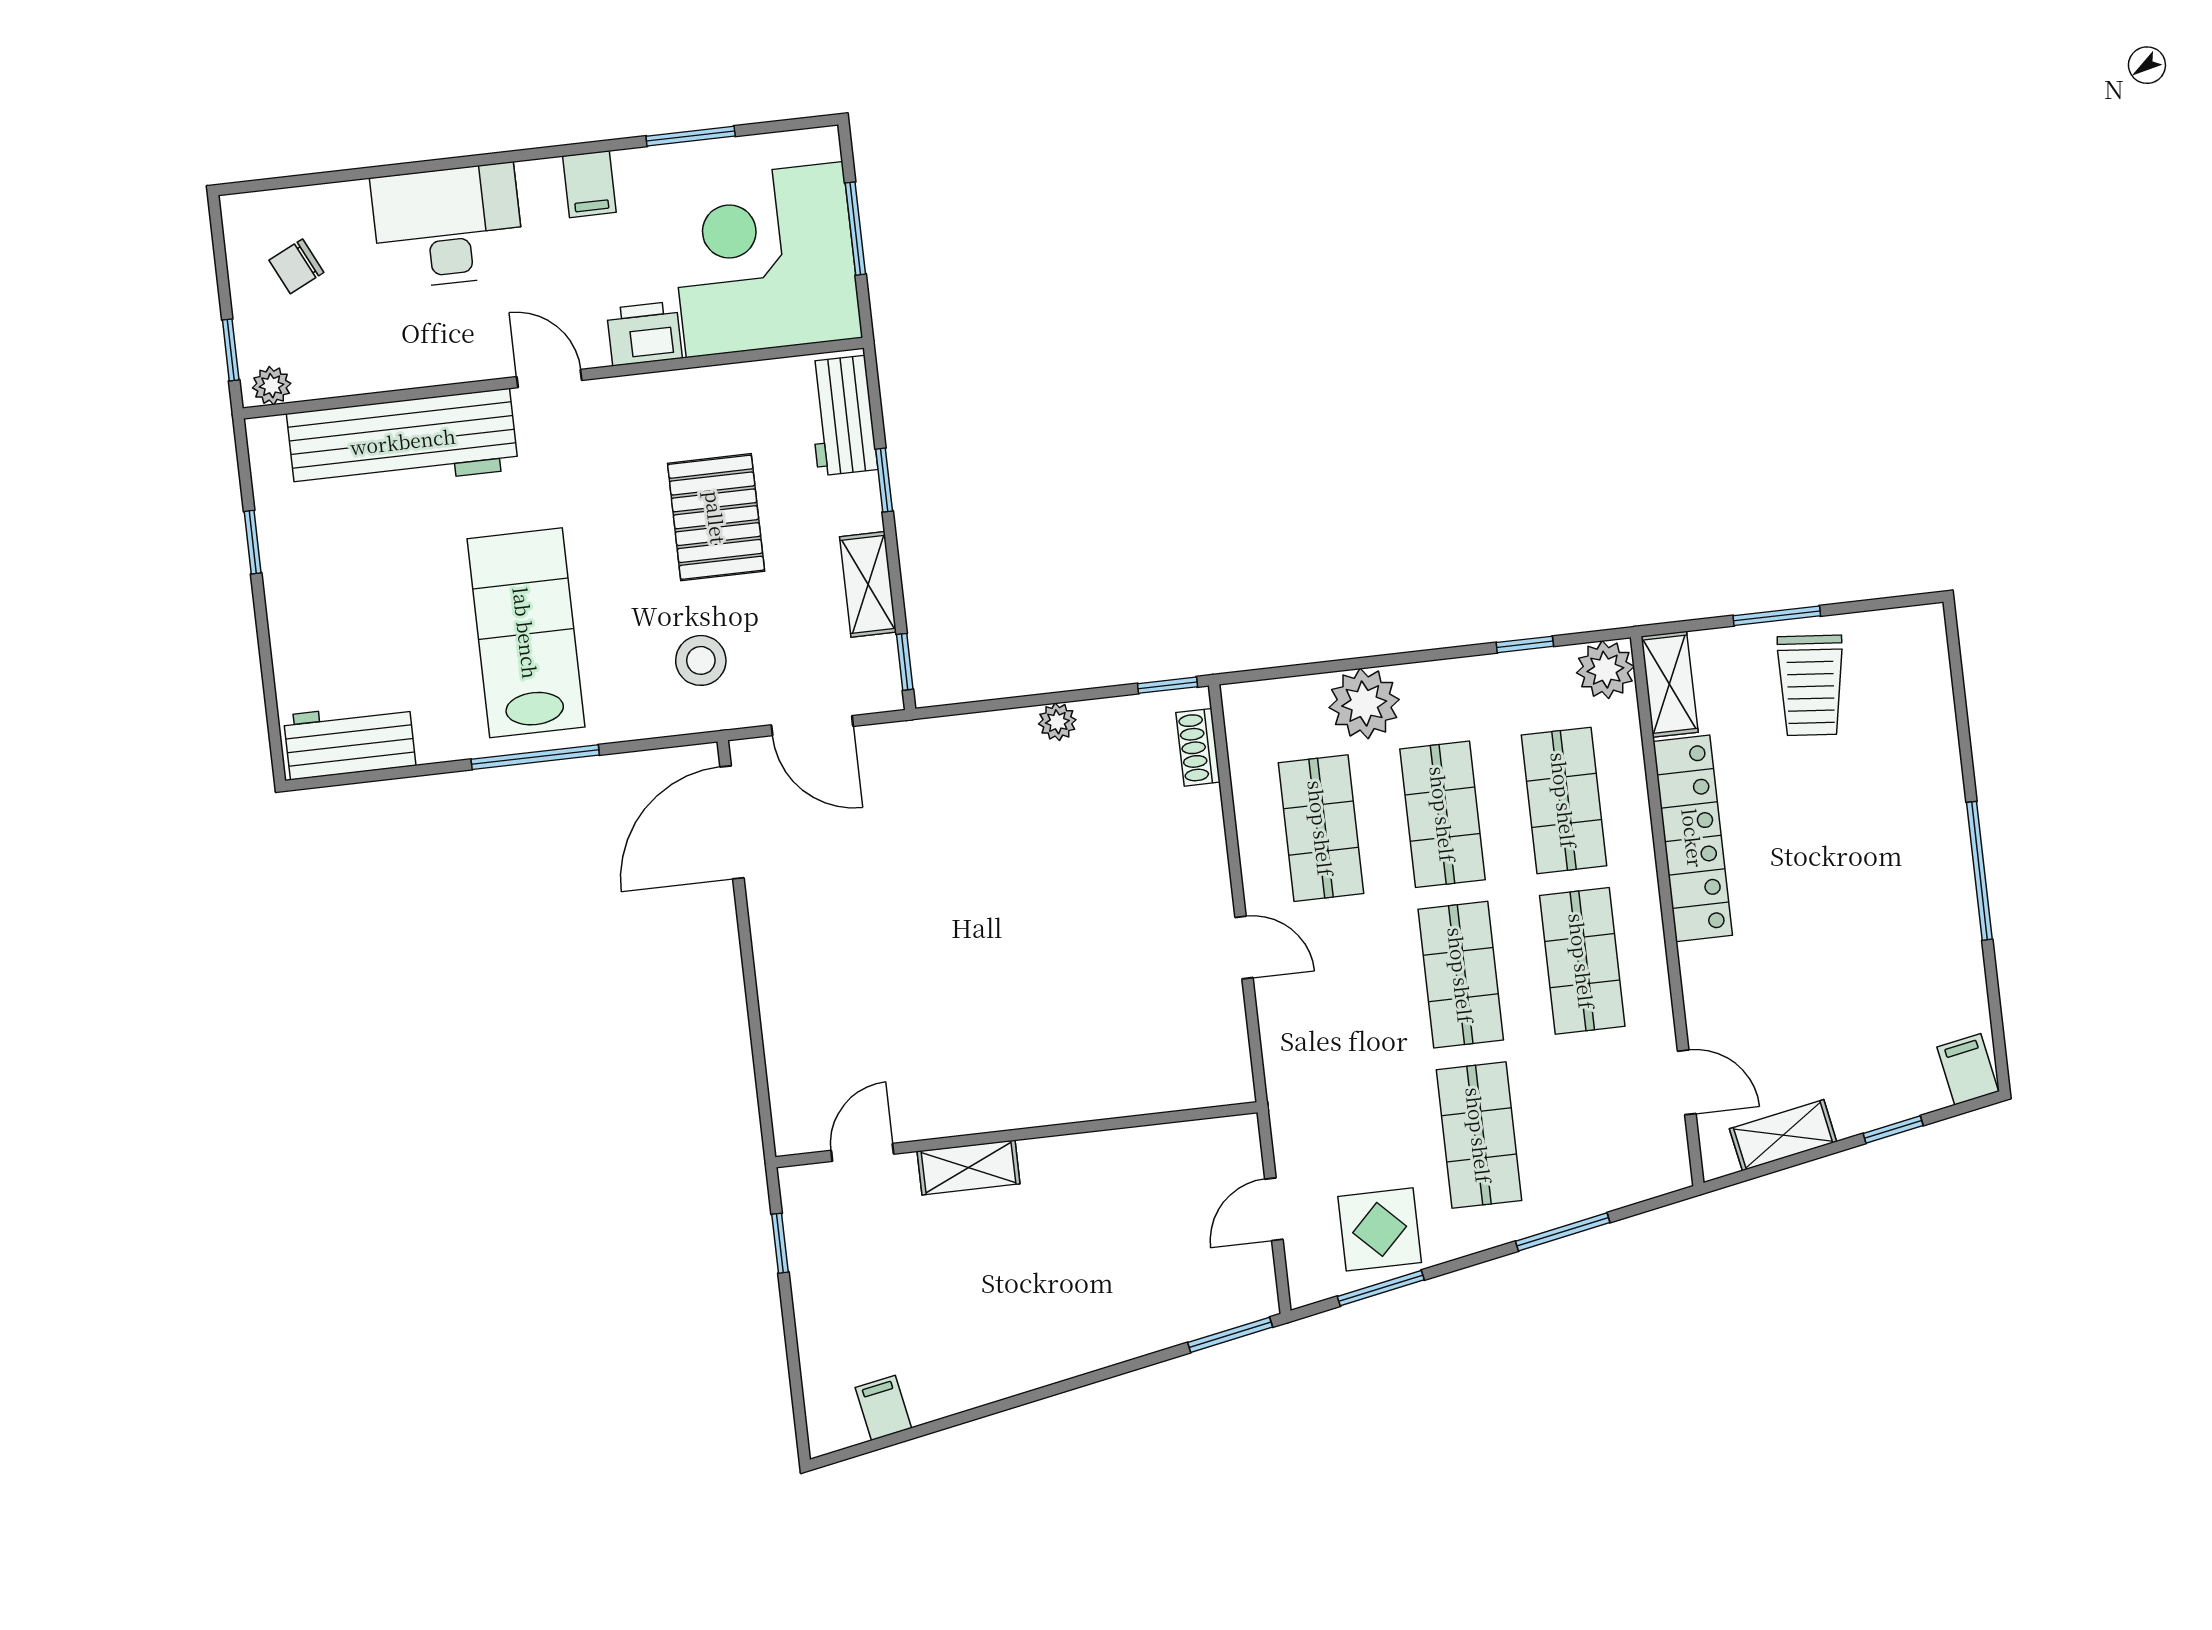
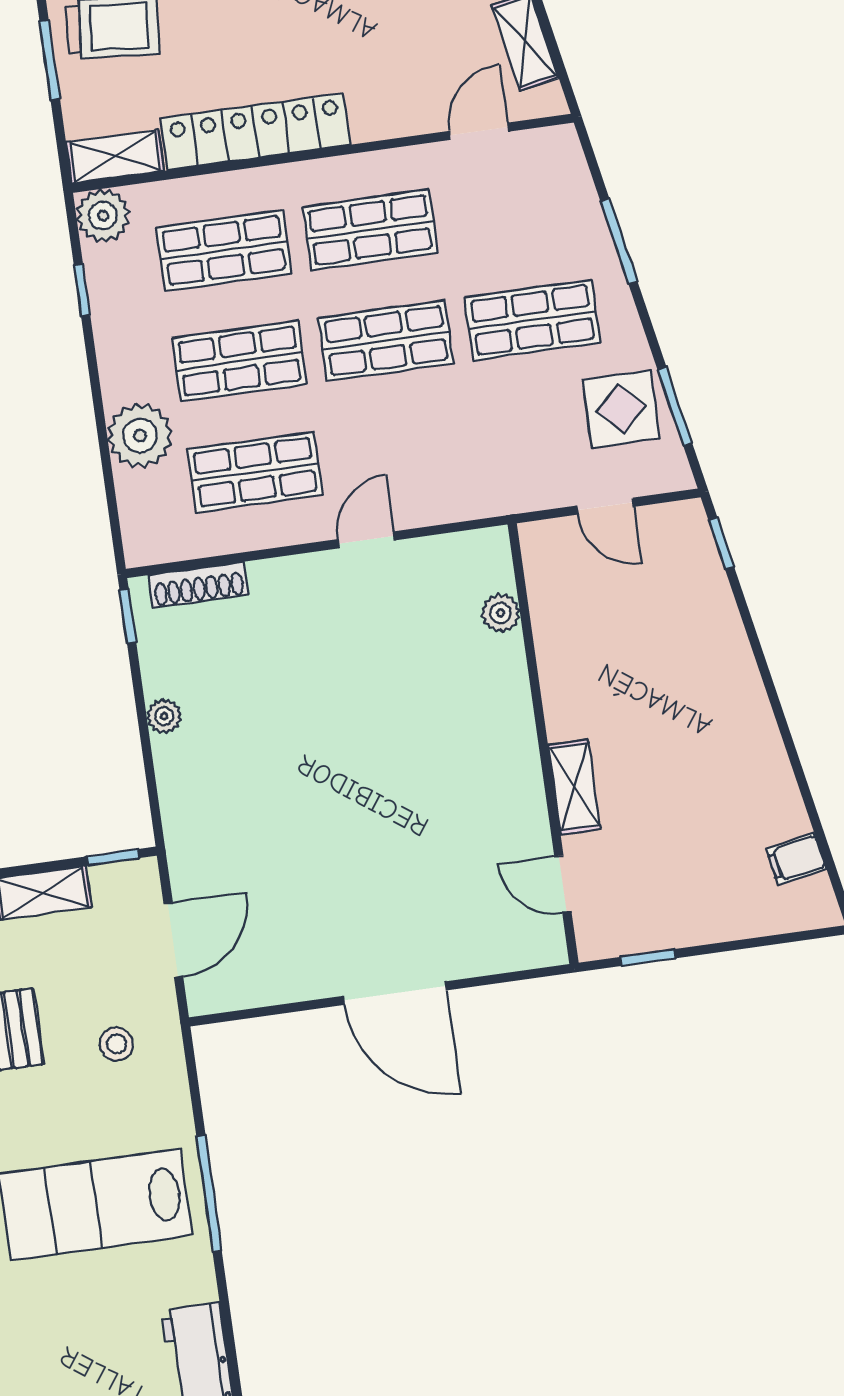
stool: (701, 660) -> (116, 1044), width x0.73, depth x0.73
shoe rack: (1198, 747) -> (199, 585), width x1.43
door: (732, 822) -> (395, 993), moved
plant: (1160, 1092) -> (501, 613), added
window: (1230, 1335) -> (721, 543), width x0.67

